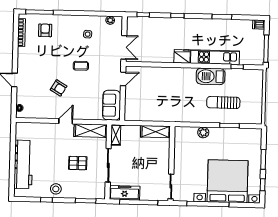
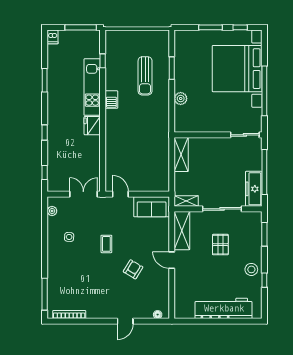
armchair: (45, 30) -> (66, 287), removed
barbecue: (211, 76) -> (111, 100), width x0.53, depth x0.65

